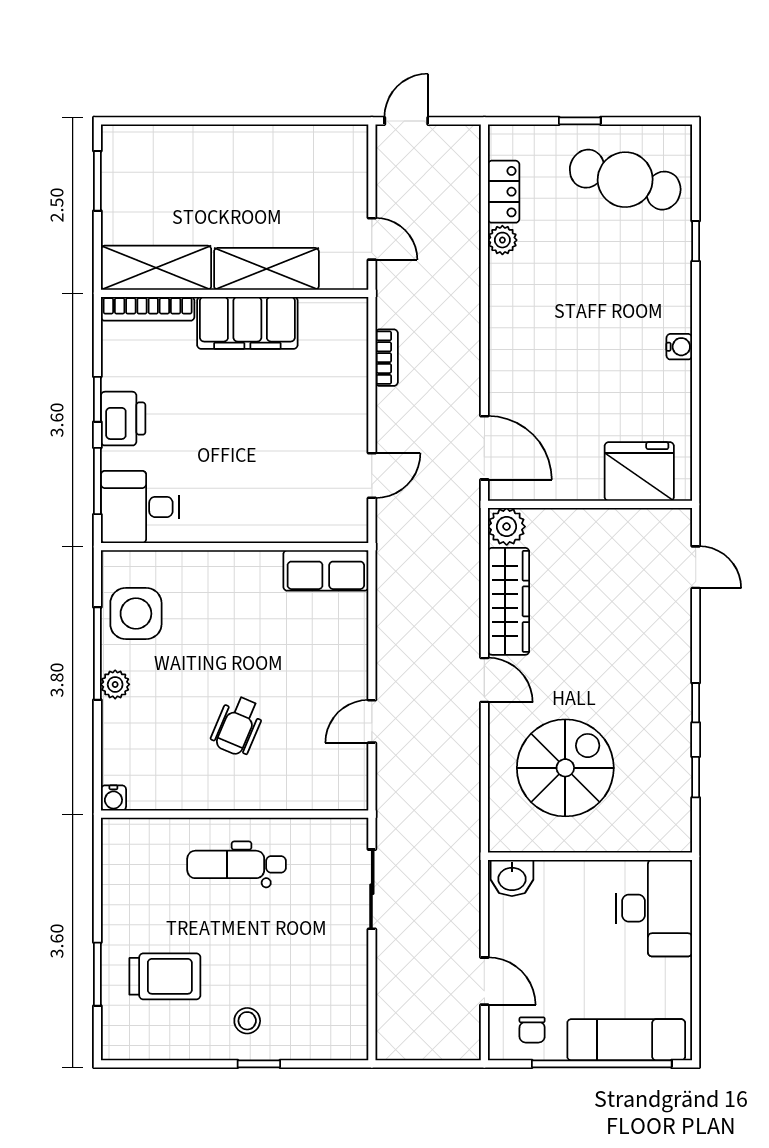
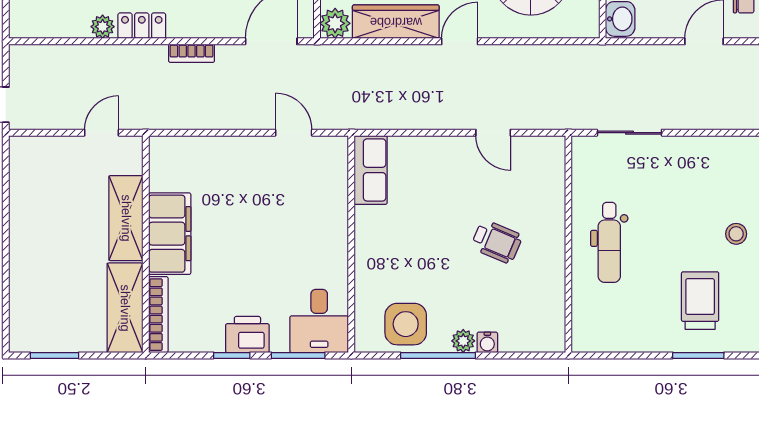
locker: (504, 192) -> (142, 26), moved
bookcase: (387, 358) -> (192, 53), moved, turned 180
water cooler: (113, 798) -> (487, 342), moved, turned 90

